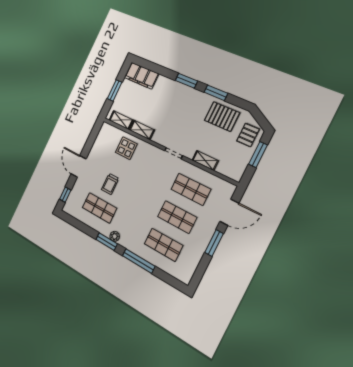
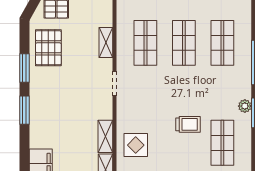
trolley: (110, 184) -> (188, 124), moved

